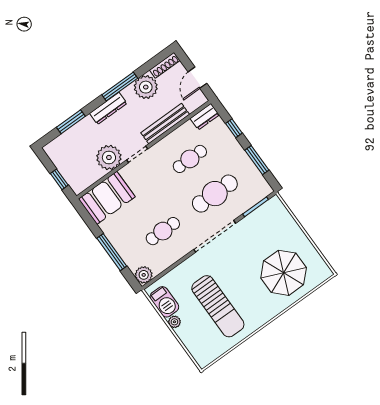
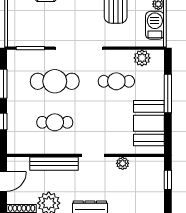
dresser: (205, 117) -> (19, 147), removed
plant: (109, 157) -> (123, 163), width x0.53, depth x0.53
booth: (107, 198) -> (149, 123), moved, turned 90
plant: (144, 275) -> (142, 58), moved

